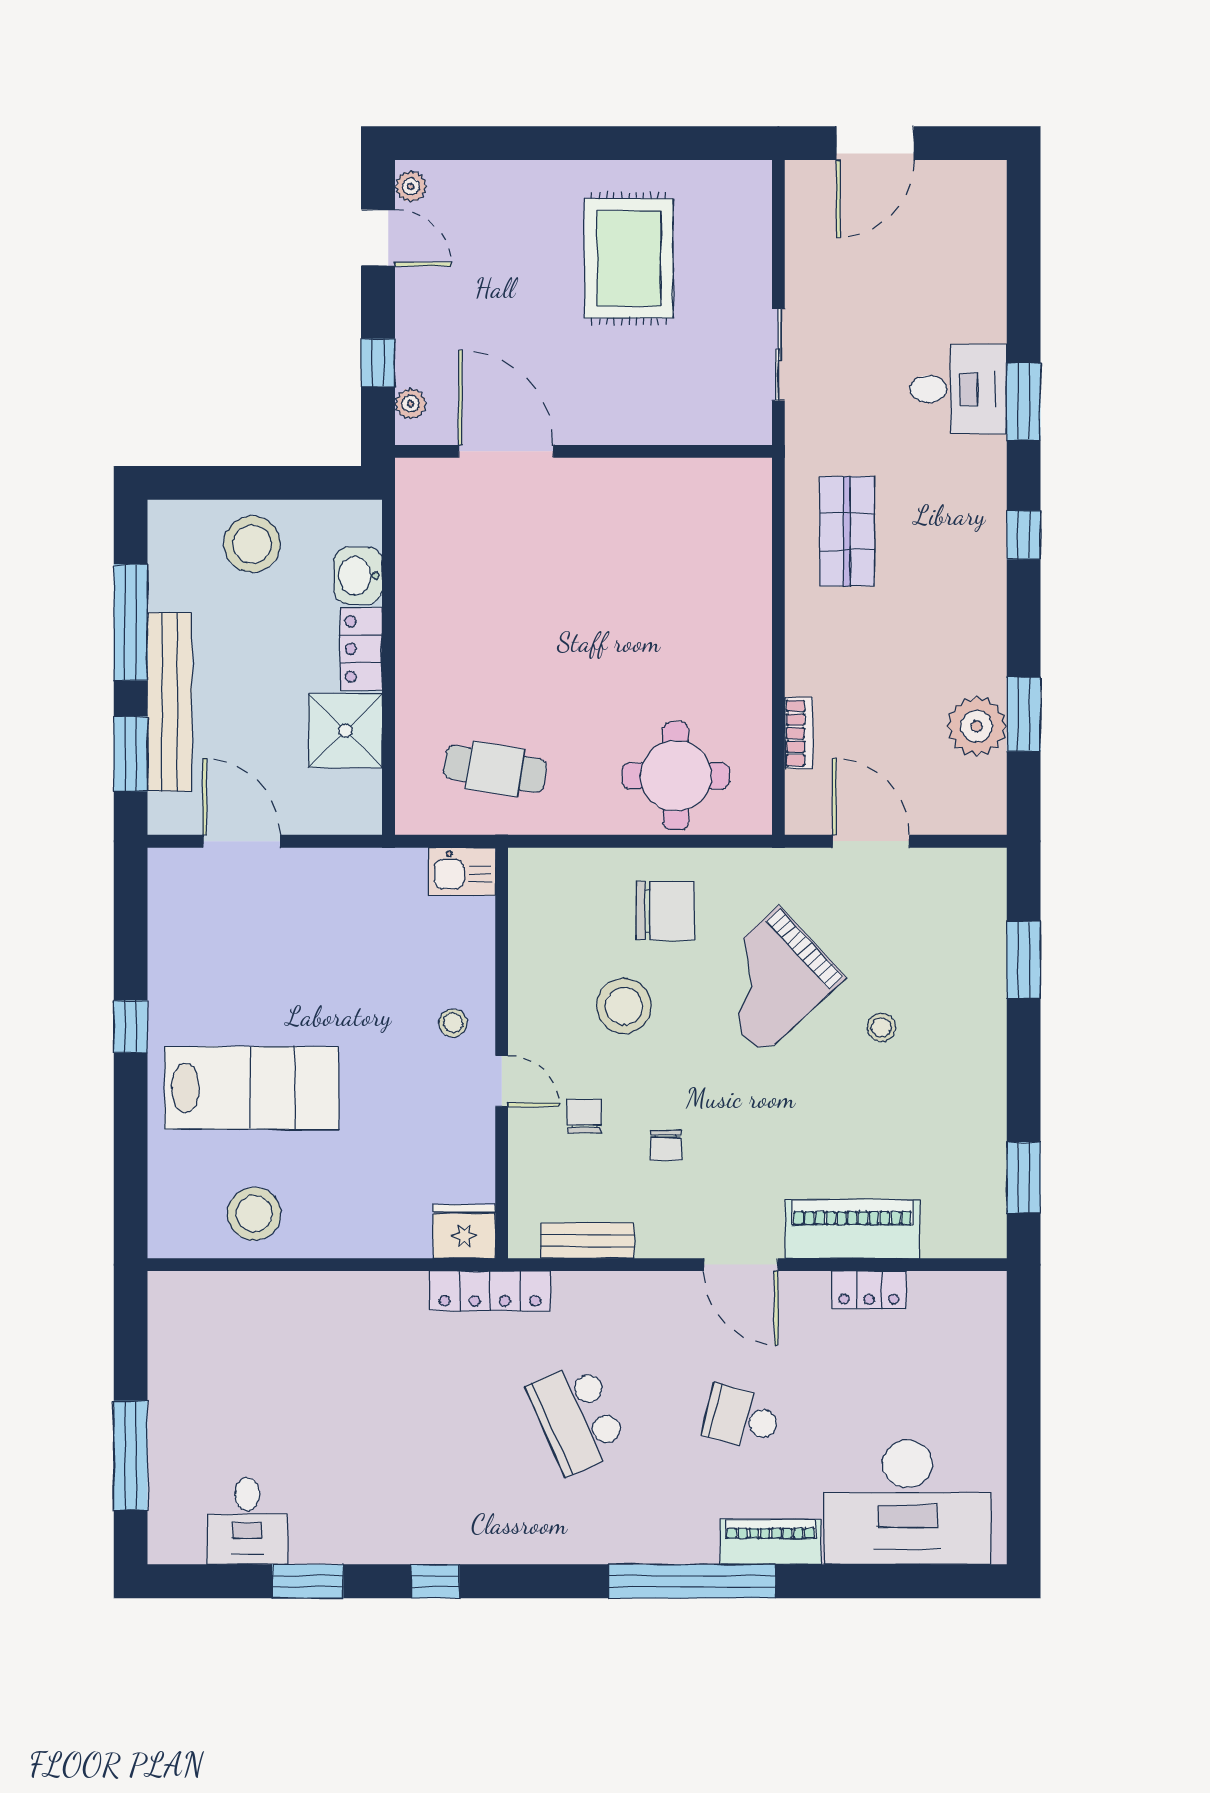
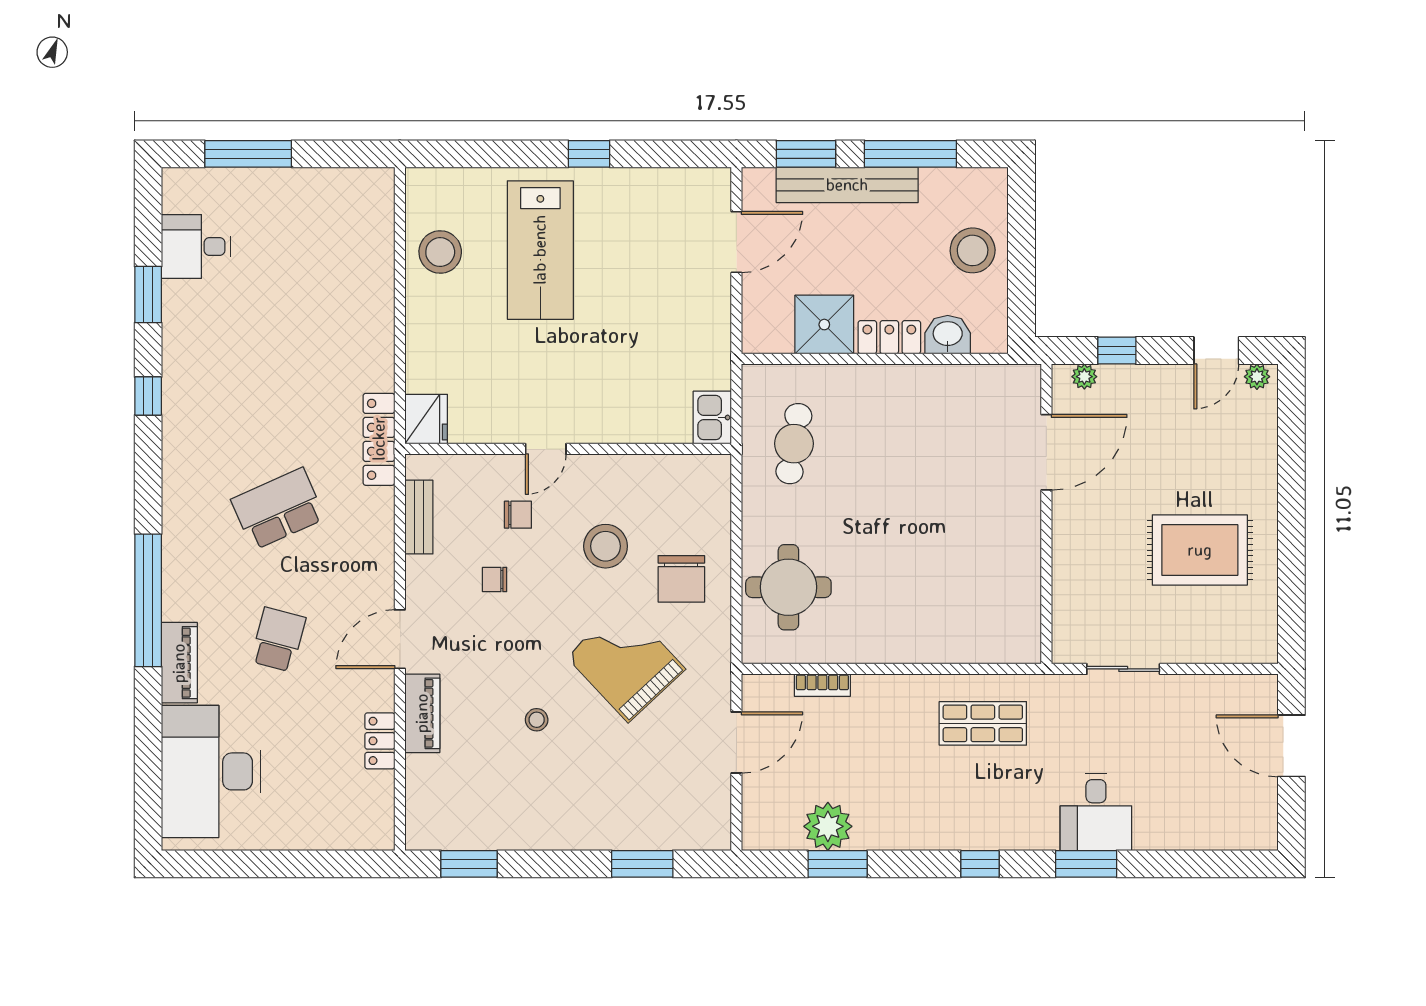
stool: (453, 1023) -> (592, 410), removed
stool: (881, 1027) -> (537, 720), moved
piano: (852, 1229) -> (422, 713), width x0.73, depth x0.75

